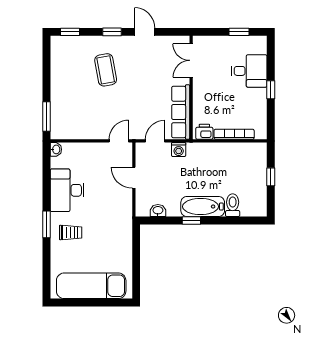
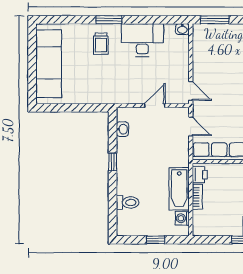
bookcase: (234, 134) -> (197, 197), width x0.64
washing machine: (179, 150) -> (182, 218), moved
bathtub: (203, 207) -> (179, 189), moved, turned 180

